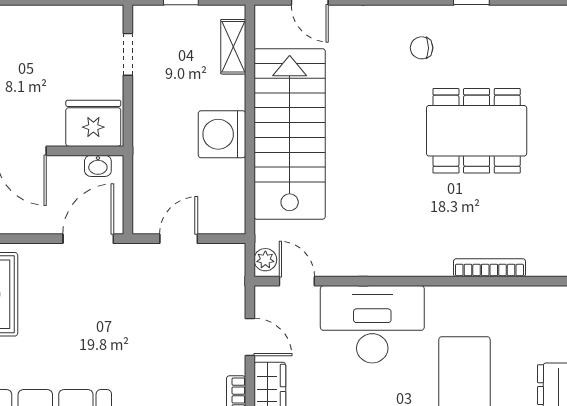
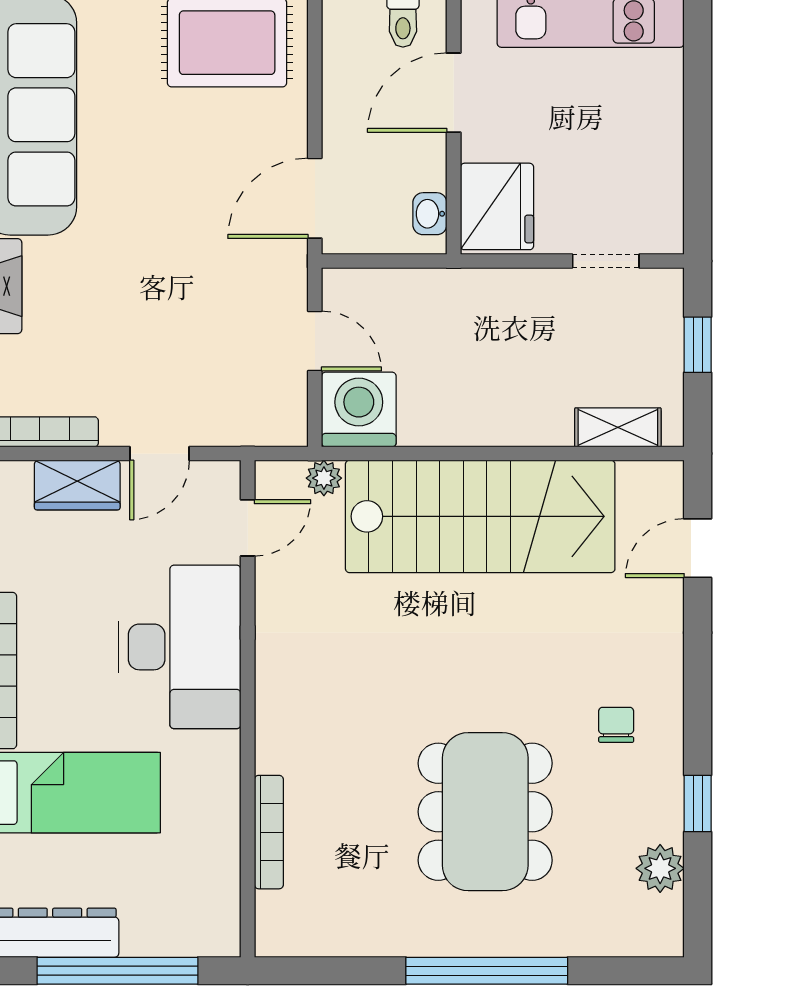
plant: (513, 20) -> (660, 868), added
washing machine: (222, 134) -> (359, 409), moved
door: (88, 239) -> (315, 198), swing flipped
plant: (265, 260) -> (324, 478), moved

